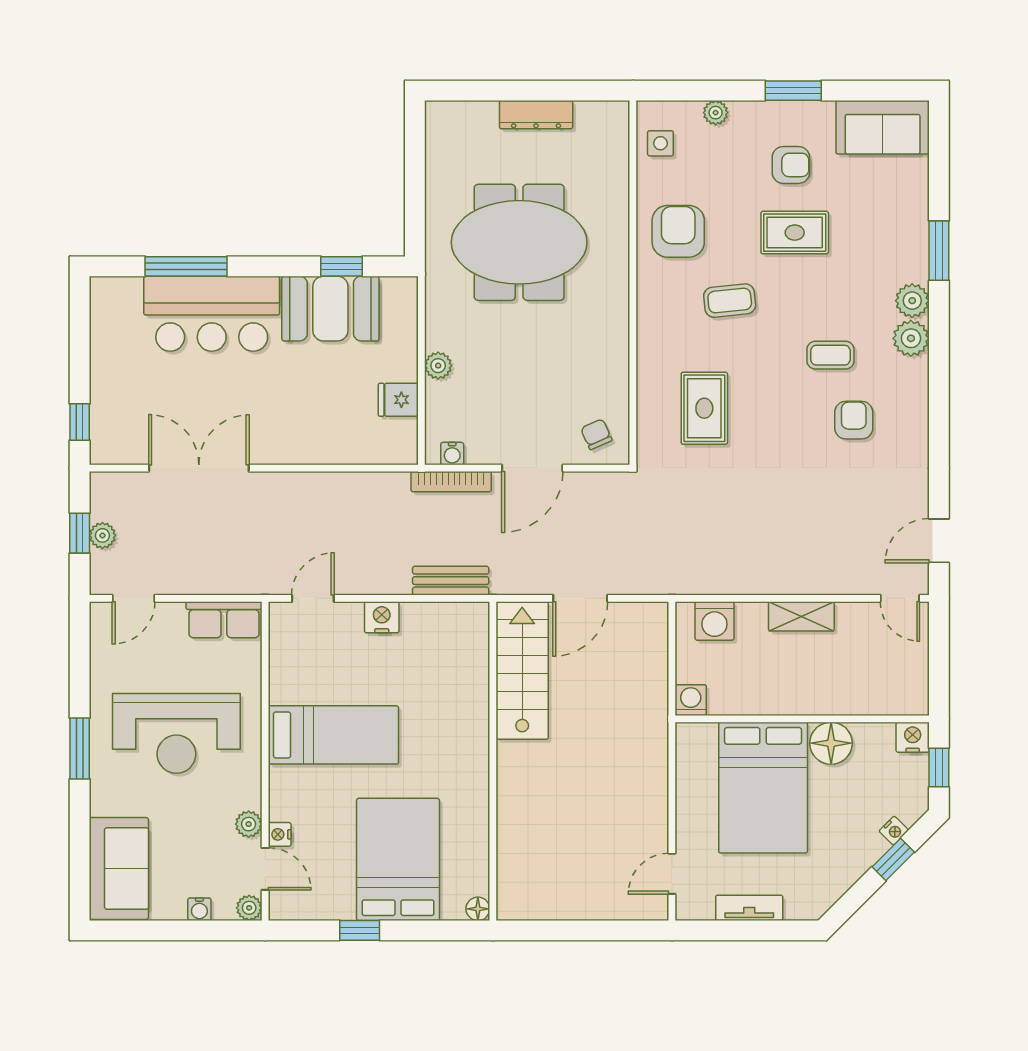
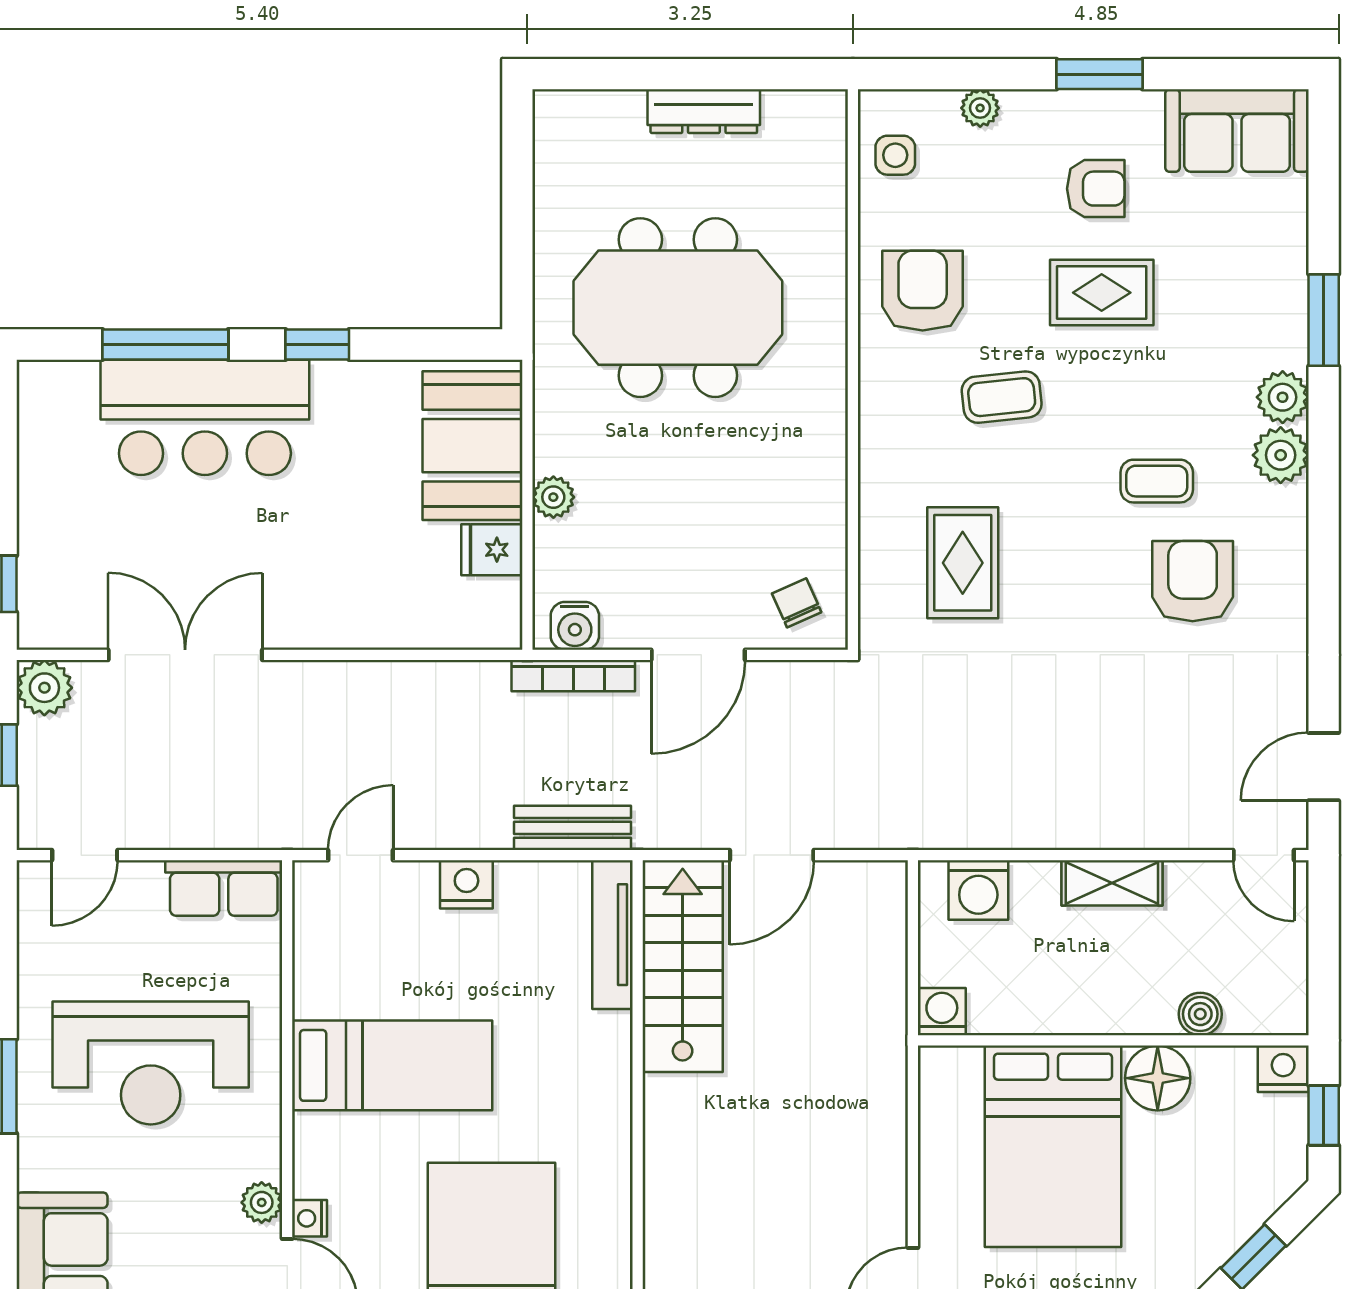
window: (342, 266) -> (317, 345), moved
booth: (330, 309) -> (472, 446), moved, turned 90
armchair: (854, 420) -> (1193, 581), width x1.38, depth x1.38
water cooler: (452, 454) -> (575, 626), width x1.38, depth x1.38
plant: (102, 535) -> (44, 688), moved, width x1.38, depth x1.38
tv unit: (477, 650) -> (612, 935), added
boiler: (859, 702) -> (1200, 1014), added
nightstand: (894, 831) -> (1254, 1212), removed

